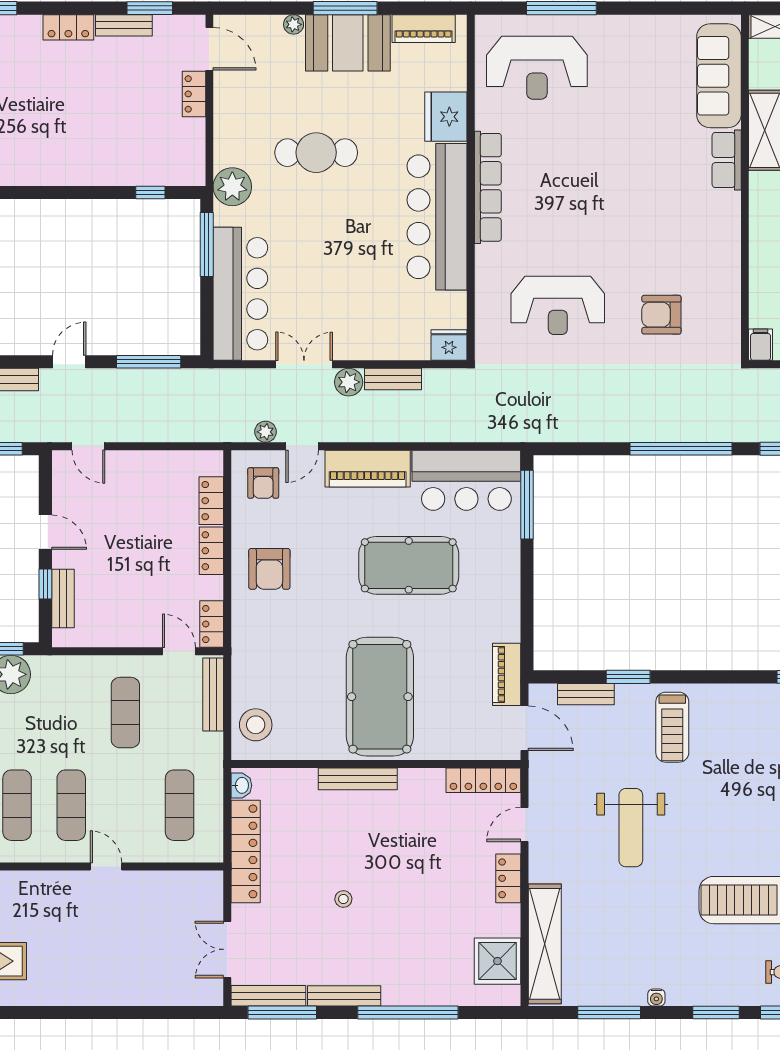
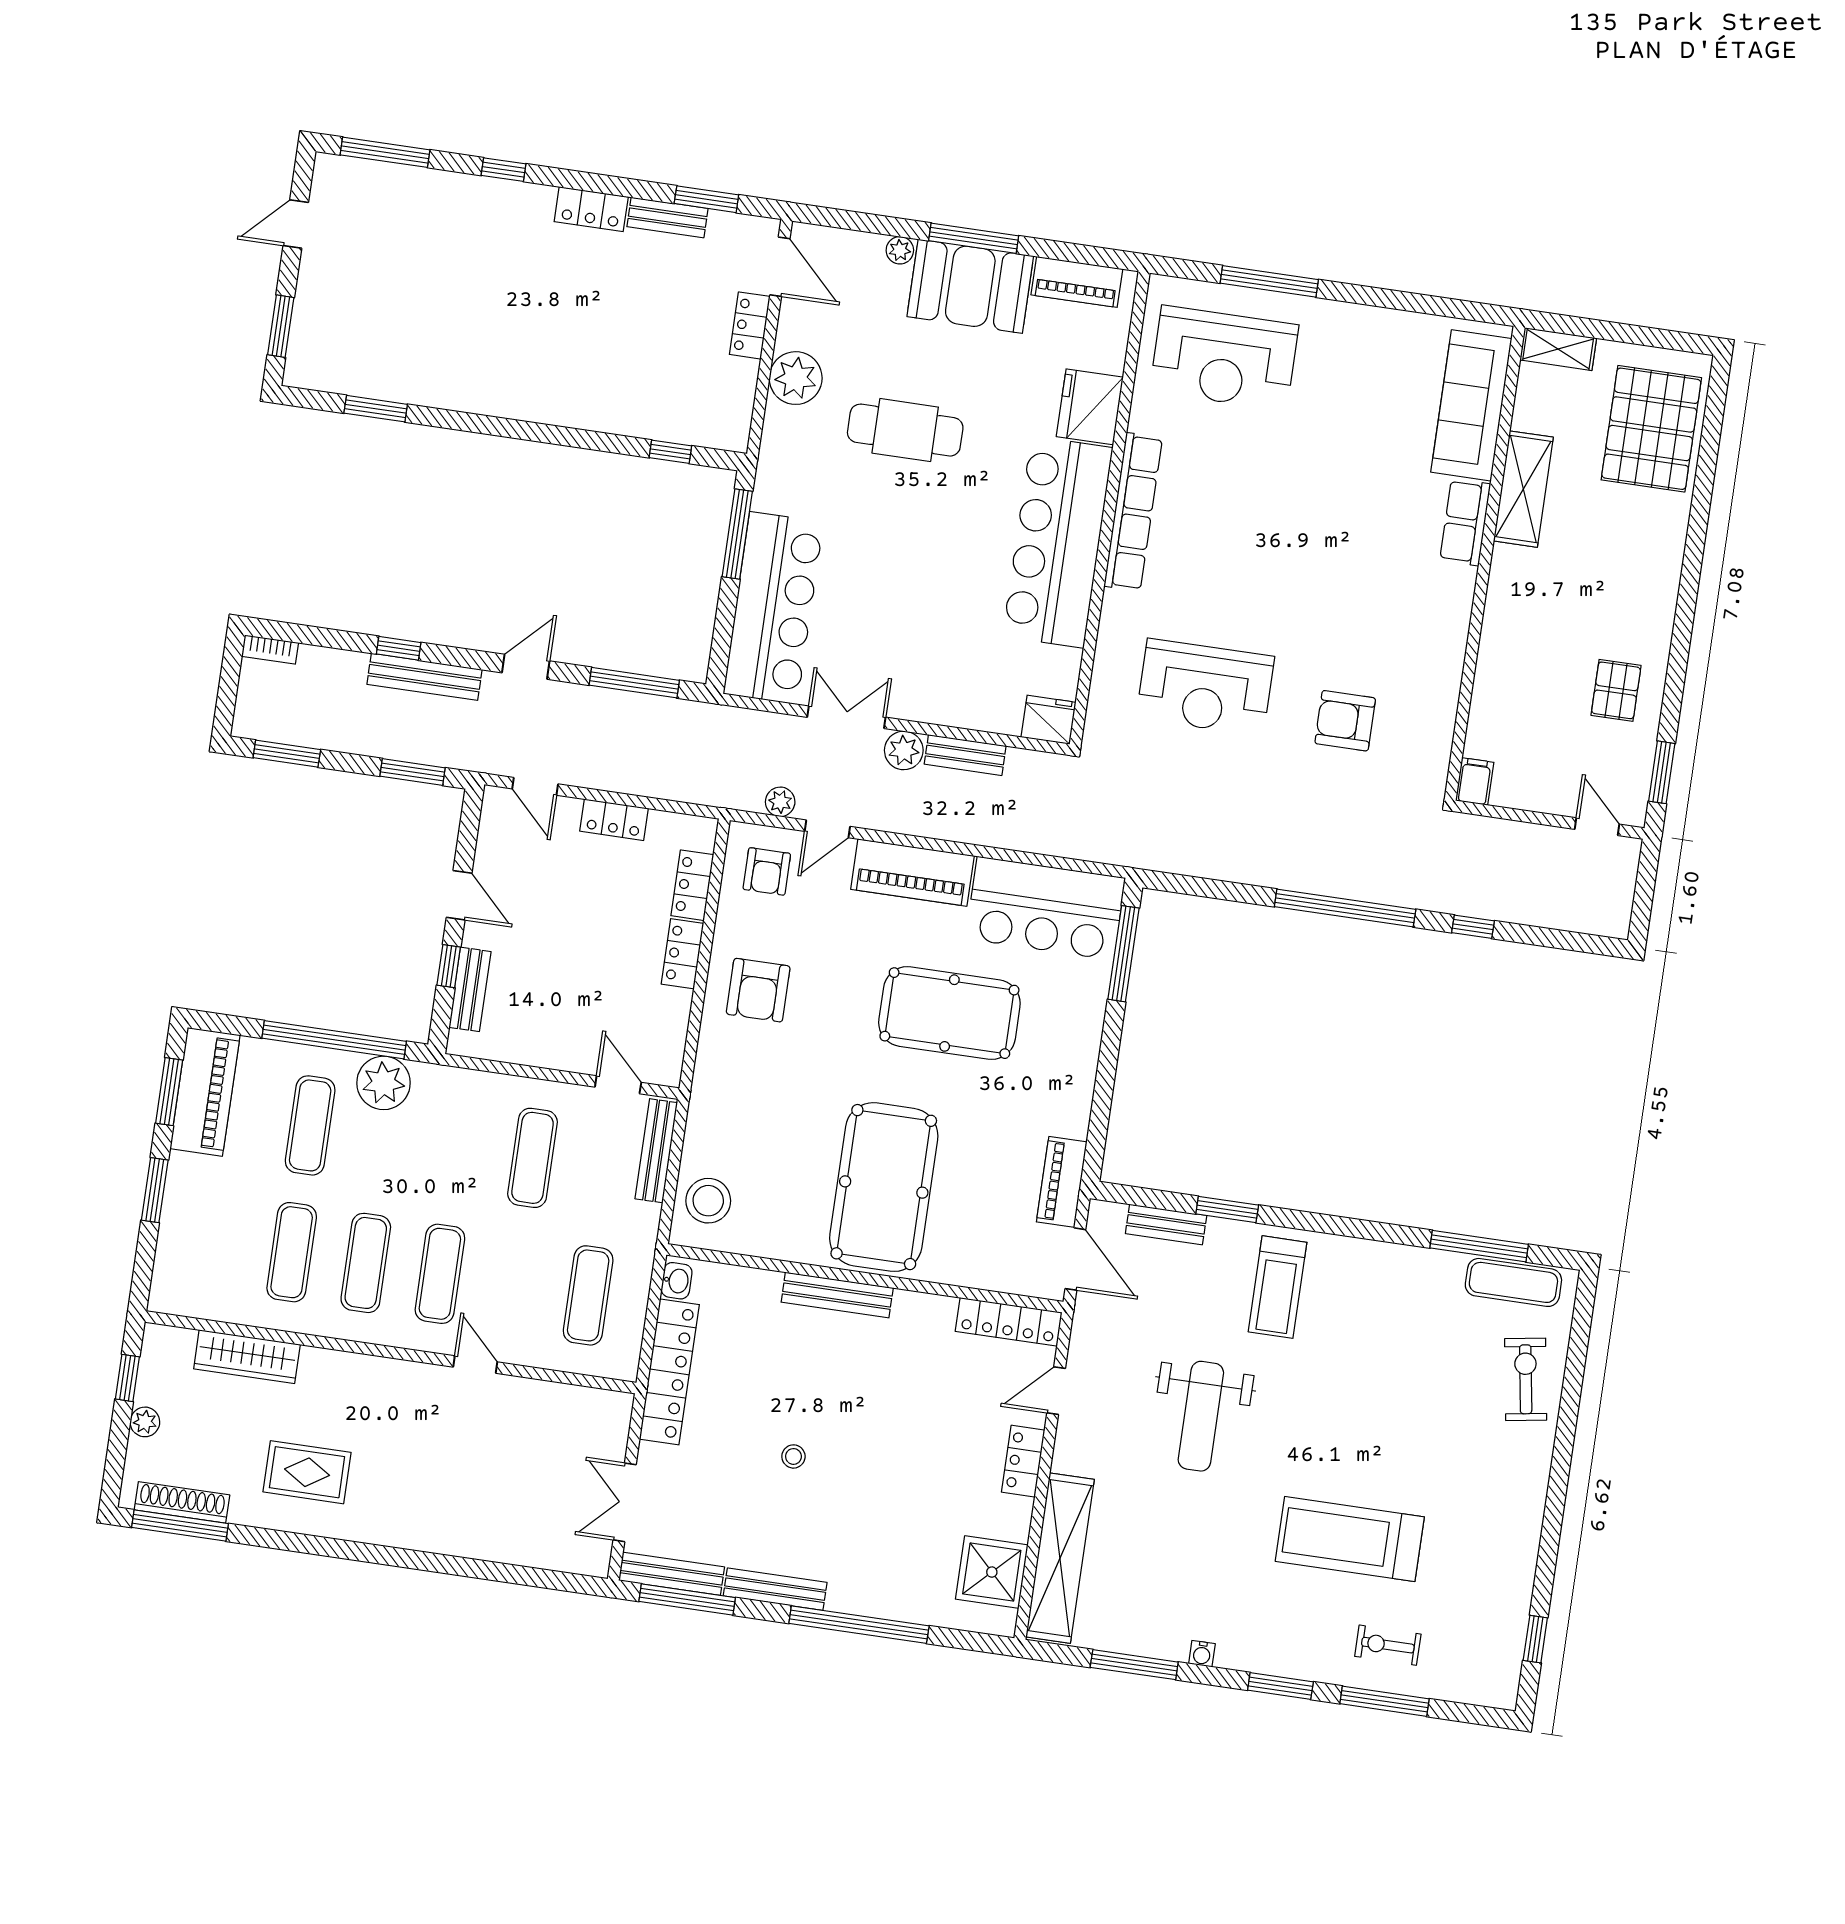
plant: (232, 187) -> (796, 378), moved
locker: (212, 624) -> (614, 820), moved, turned -90

